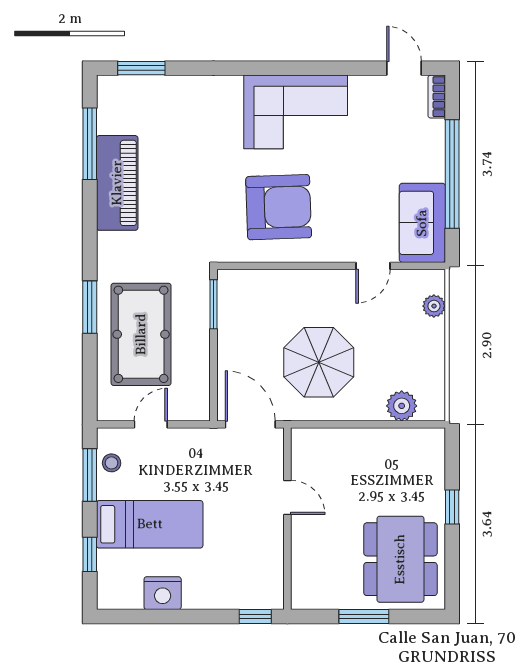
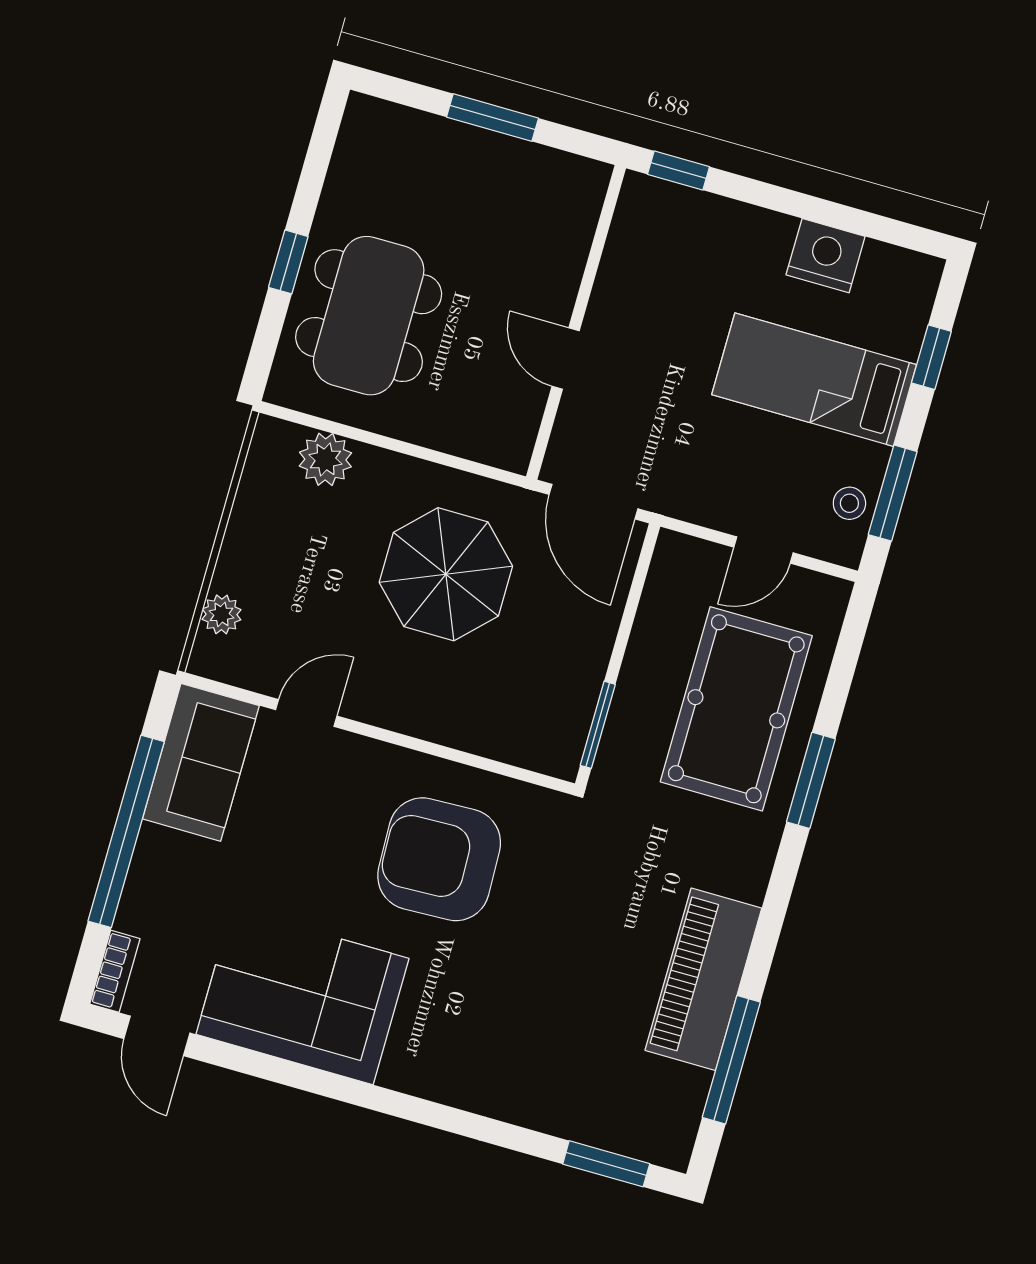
corner sofa: (296, 112) -> (302, 996), moved
dining table: (400, 559) -> (369, 316), moved

